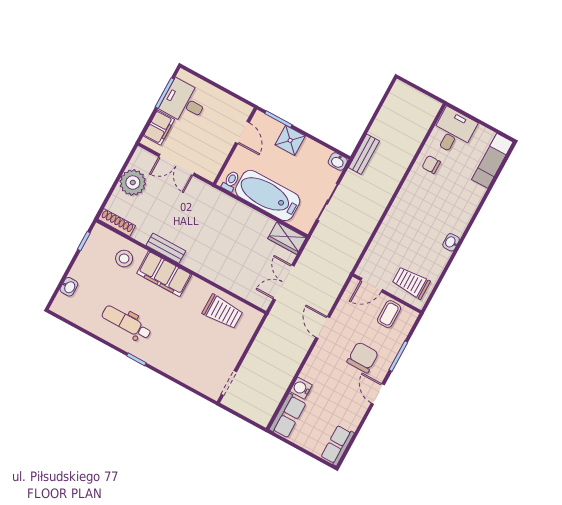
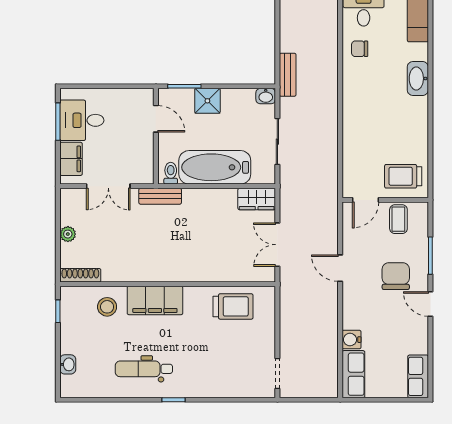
plant: (133, 183) -> (68, 234), width x0.53, depth x0.53
washbasin: (451, 242) -> (418, 79), moved, width x1.91, depth x1.45
bench: (166, 248) -> (160, 196), moved

